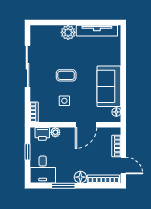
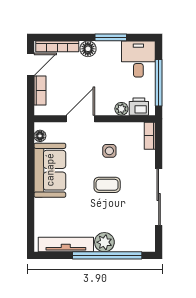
window: (66, 23) -> (107, 255), added
window: (27, 152) -> (159, 83), width x2.17
door: (123, 166) -> (31, 64), swing flipped

